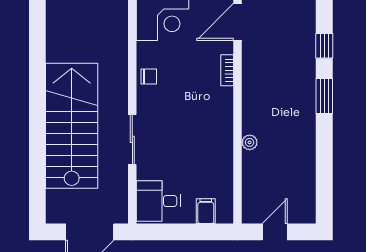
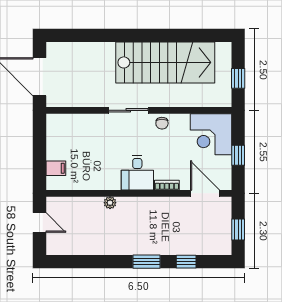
stairs: (72, 126) -> (165, 62), moved
sliding door: (132, 139) -> (128, 110), moved
desk: (158, 201) -> (137, 173), moved, turned 180

